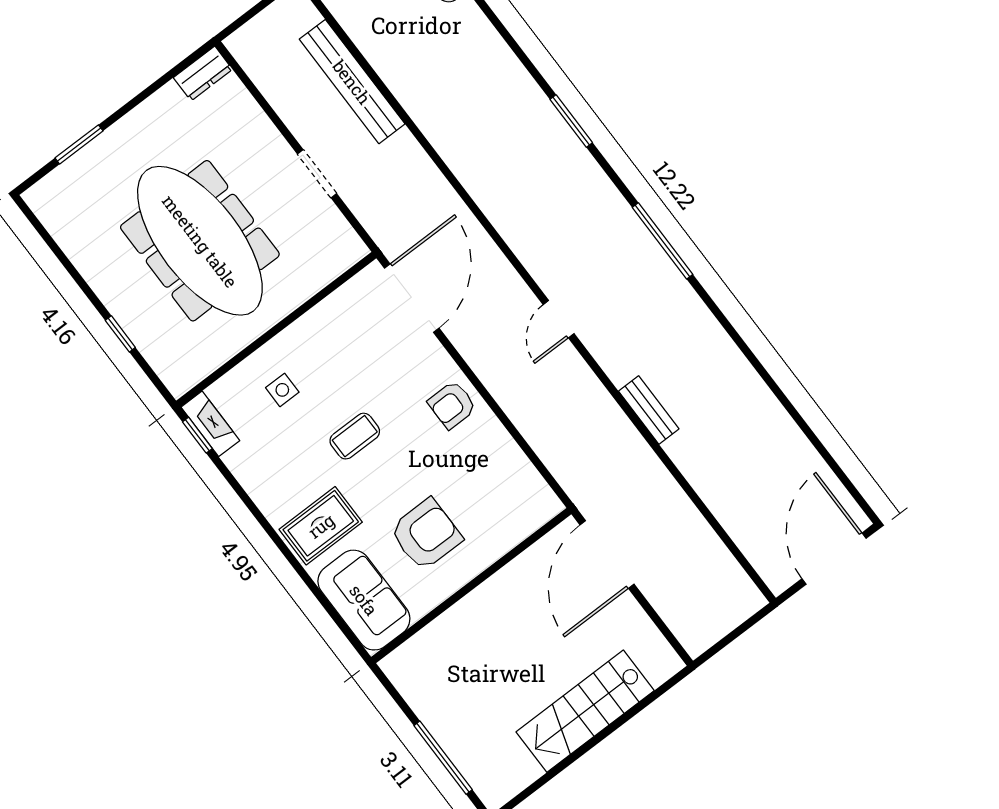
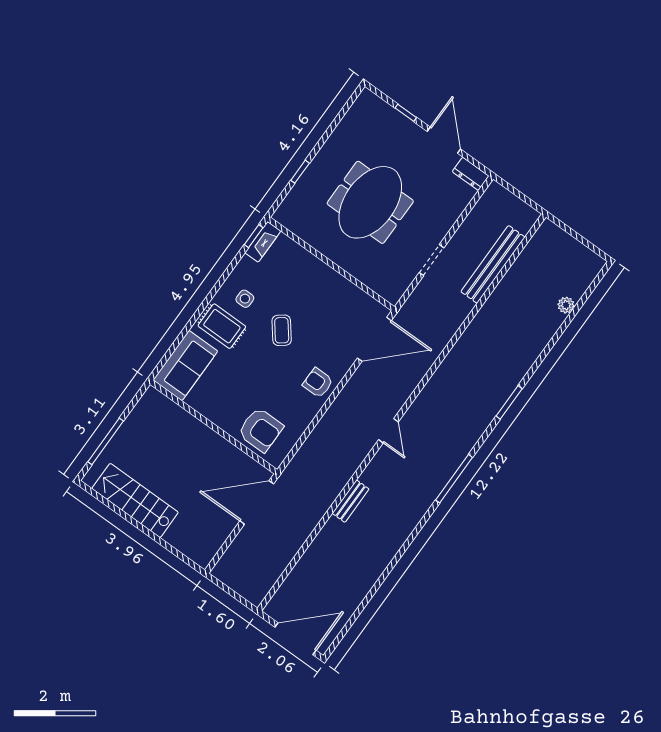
door: (139, 99) -> (444, 140), added
window: (79, 144) -> (406, 113), width x0.67
meeting table: (200, 241) -> (370, 202), width x0.73
door: (559, 319) -> (388, 431), swing flipped
side table: (282, 390) -> (245, 299), moved
coffee table: (355, 436) -> (282, 330), turned 52
armchair: (426, 534) -> (261, 430), moved
stairs: (585, 711) -> (135, 500), moved

